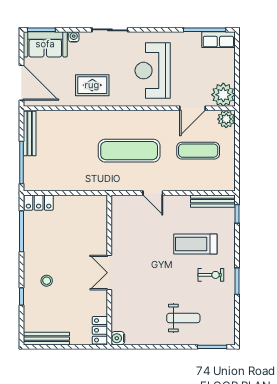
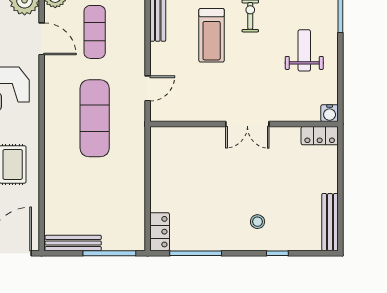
wall: (109, 270) -> (244, 124), moved
double door: (109, 273) -> (247, 124), moved
locker: (100, 330) -> (320, 136), moved
water cooler: (118, 338) -> (330, 113), moved

